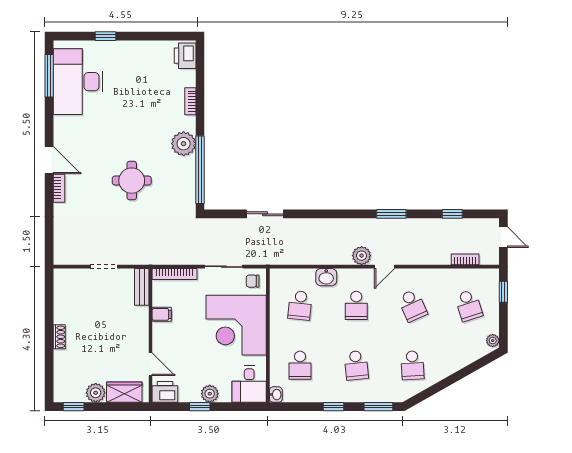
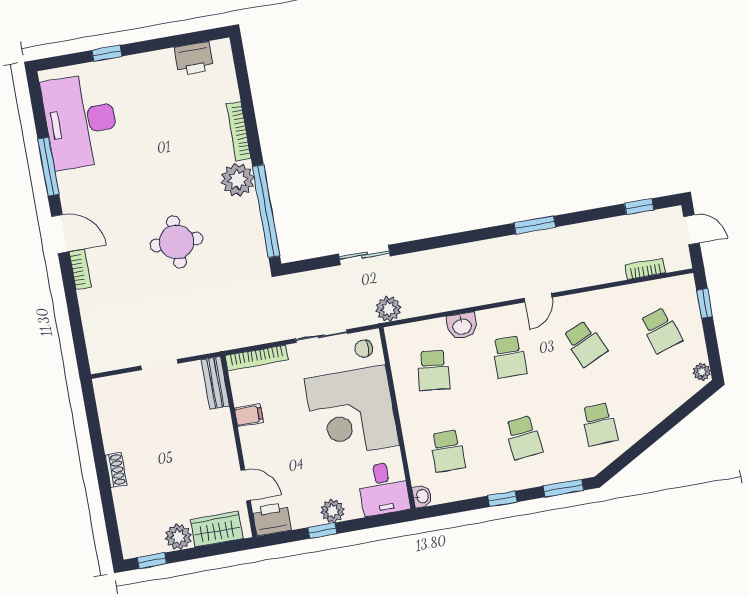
printer: (185, 56) -> (194, 58), moved, turned -90
window: (49, 76) -> (48, 167), moved
bookcase: (190, 101) -> (239, 131), width x1.56
window: (452, 214) -> (639, 207), moved
plant: (362, 256) -> (388, 309), moved

